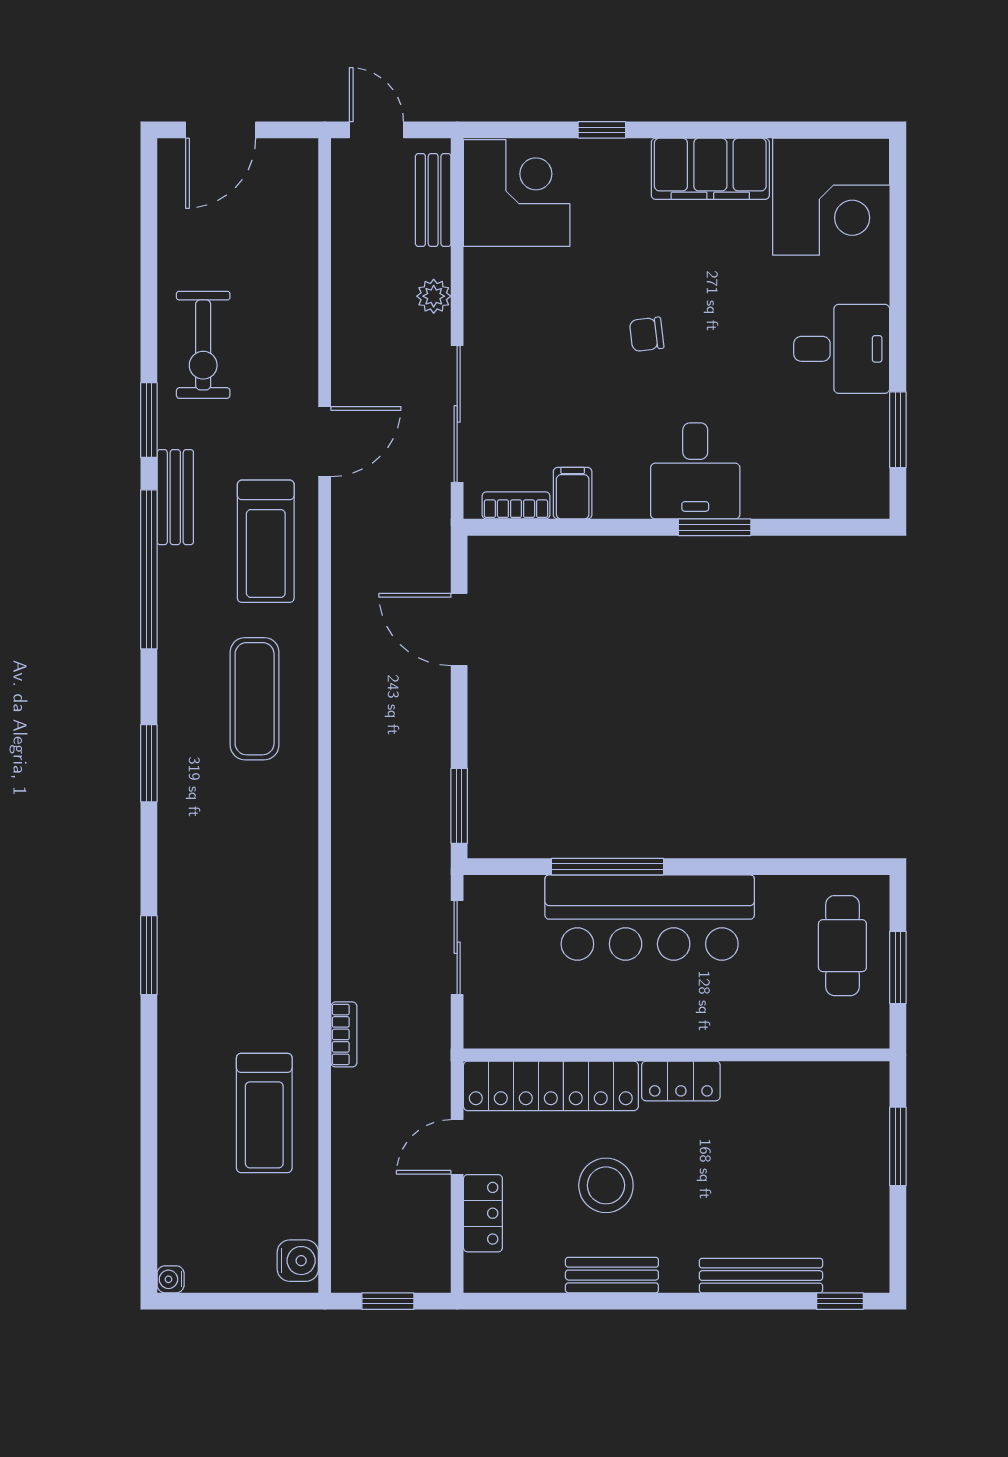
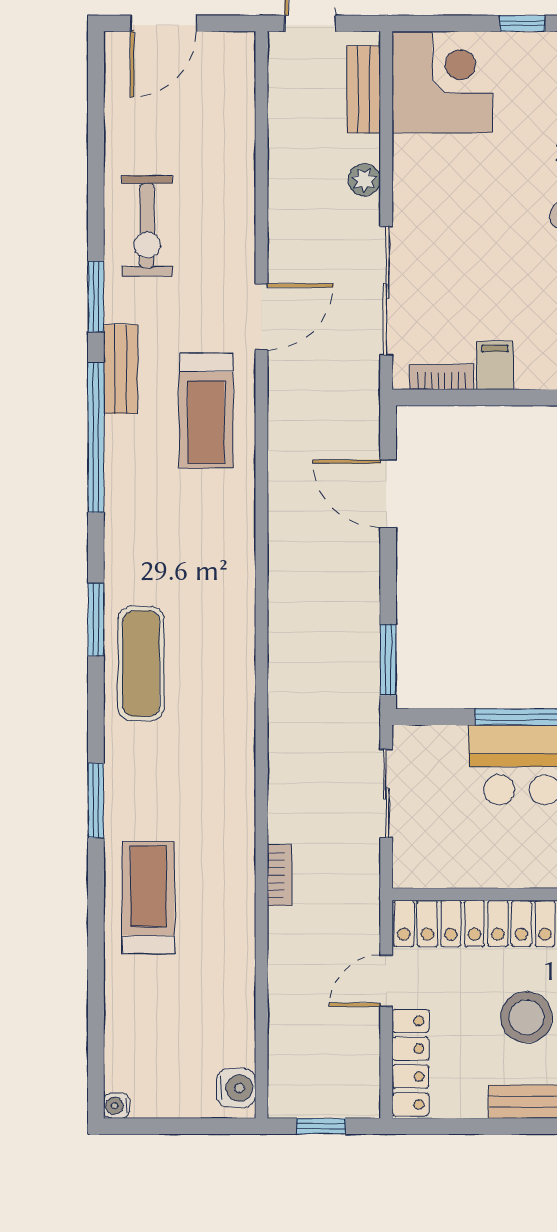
exercise mat: (255, 699) -> (141, 664), moved
treadmill: (264, 1113) -> (148, 897), moved, turned 180
locker: (483, 1213) -> (410, 1063), width x1.53

